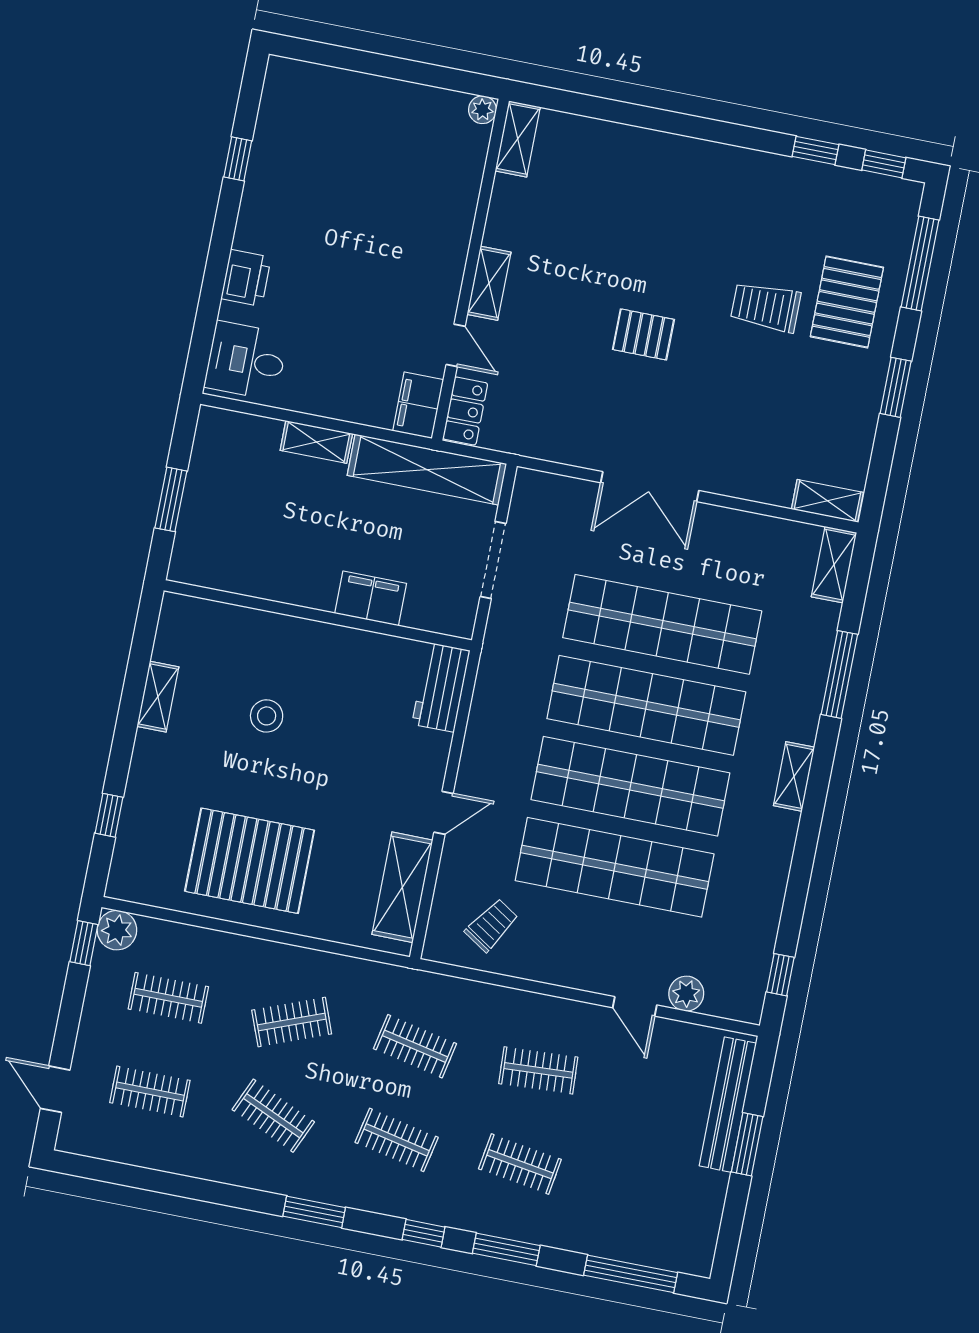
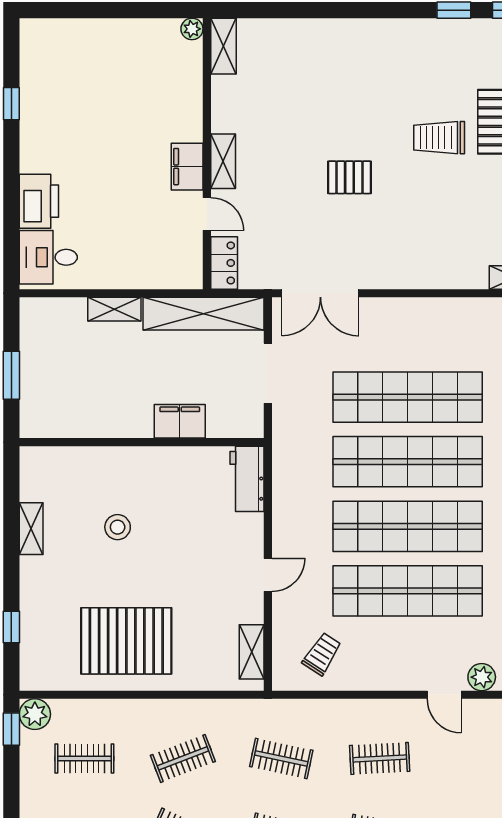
printer: (246, 278) -> (39, 201), width x1.37, depth x1.19
filing cabinet: (418, 405) -> (187, 167), moved
double door: (650, 487) -> (320, 293), moved
shelving: (402, 887) -> (252, 652), width x0.67, depth x0.75

